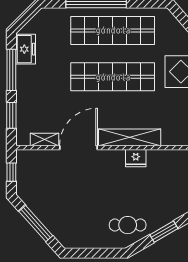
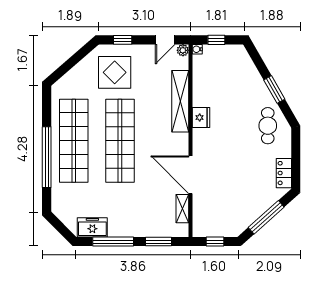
shelving: (130, 137) -> (180, 101), moved
locker: (80, 241) -> (284, 173), added

